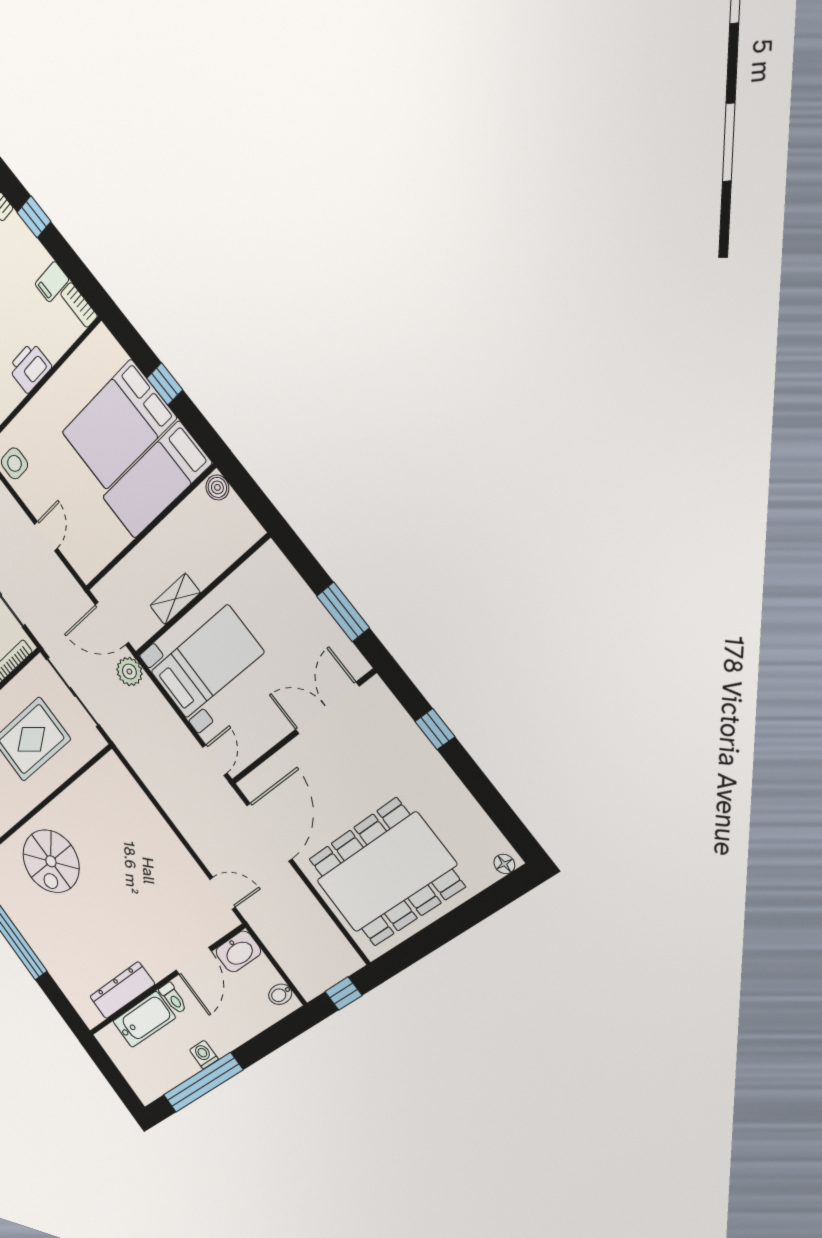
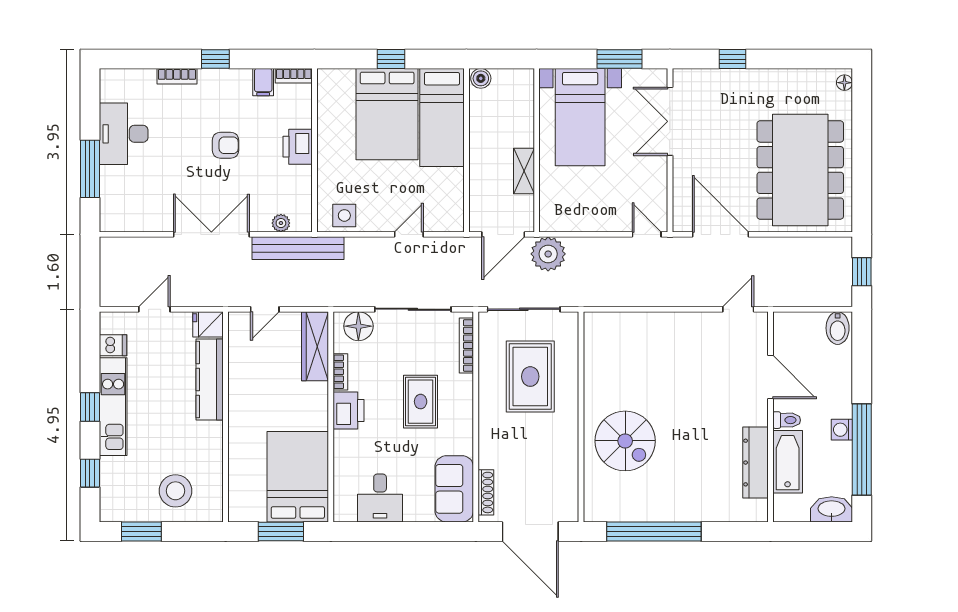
door: (46, 536) -> (409, 234), hinge flipped
bed with nightstands: (207, 662) -> (580, 117), moved, turned 180
plant: (129, 672) -> (548, 254), width x1.36, depth x1.36
washbasin: (238, 951) -> (832, 509), moved, turned -90
bidet: (280, 994) -> (838, 328), width x1.38, depth x1.36

